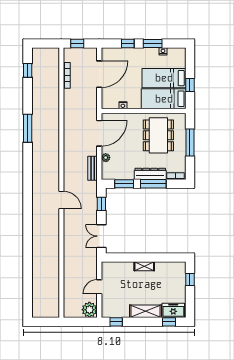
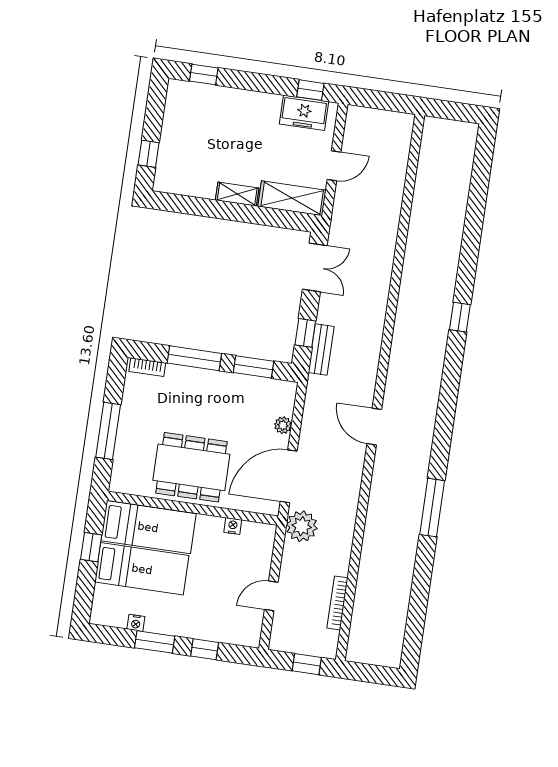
window: (28, 70) -> (460, 317), moved
door: (99, 74) -> (271, 596), width x0.53
dining table: (158, 135) -> (191, 467), moved, turned 90
bench: (93, 168) -> (321, 350), moved
dresser: (150, 174) -> (198, 379), removed
door: (61, 200) -> (374, 427), moved
plant: (89, 310) -> (302, 526), moved
freezer: (173, 310) -> (304, 113), moved
shelving: (145, 311) -> (292, 198), moved

